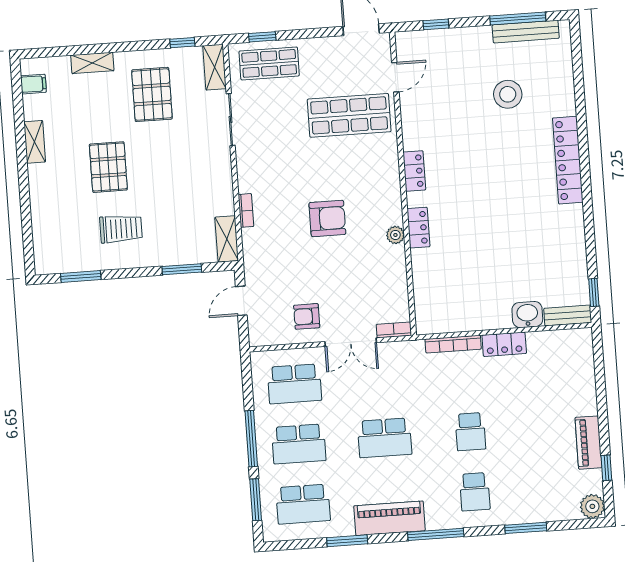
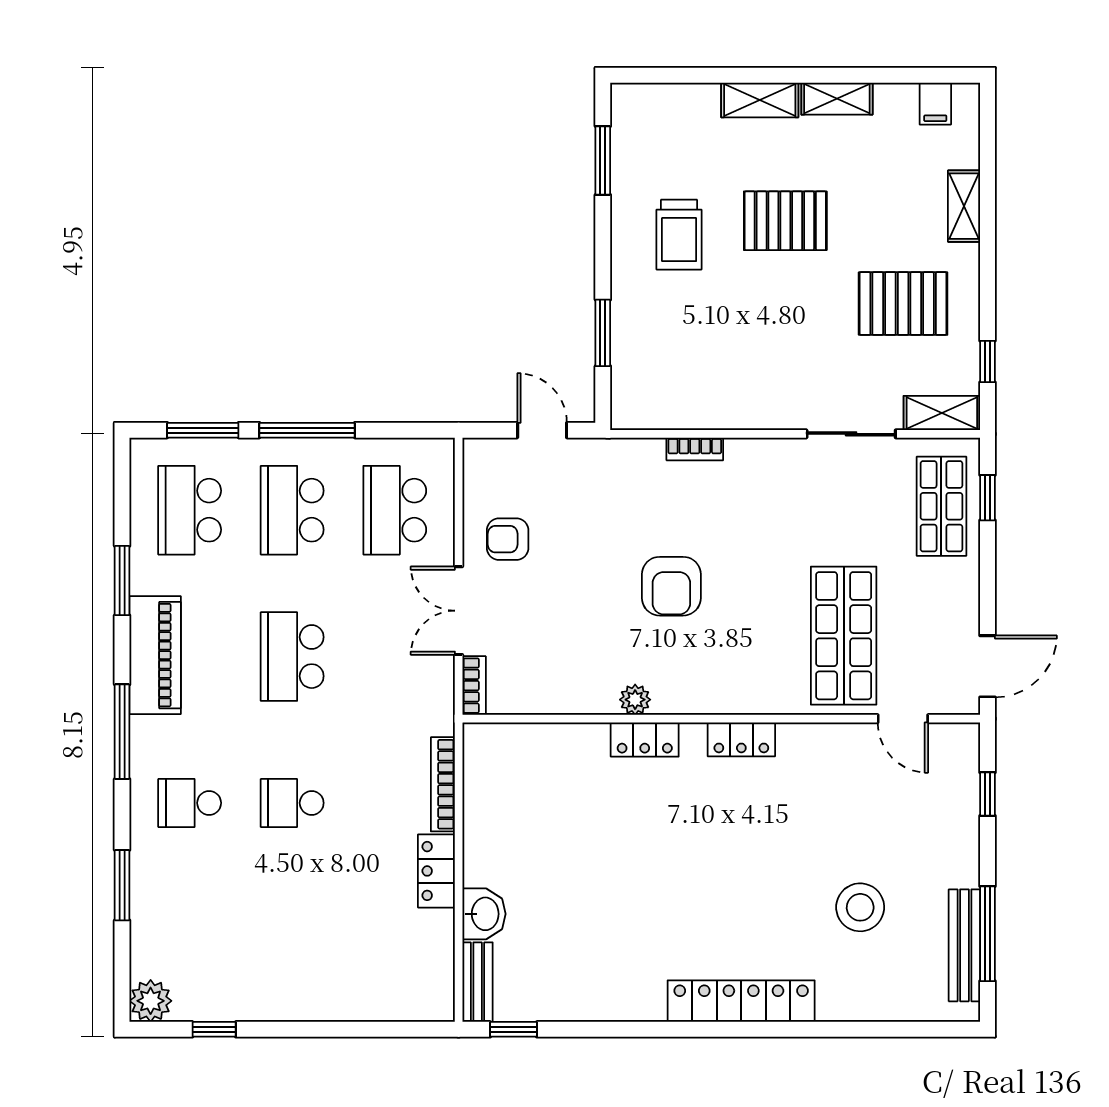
shelving: (227, 239) -> (760, 100), moved
armchair: (307, 316) -> (508, 539), turned -90
piano: (589, 443) -> (259, 1002), removed

